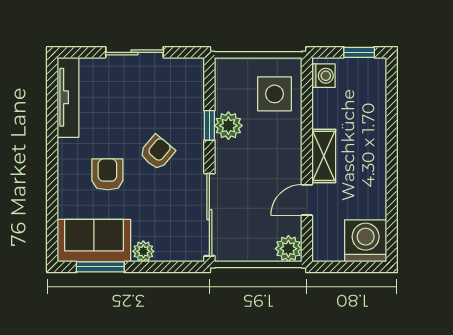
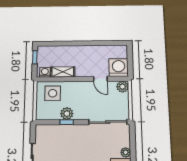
armchair: (157, 152) -> (79, 146), removed
shelving: (324, 156) -> (63, 72), moved
washing machine: (366, 241) -> (119, 68), moved, turned 90

